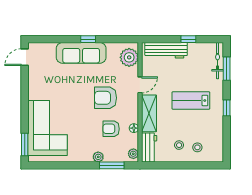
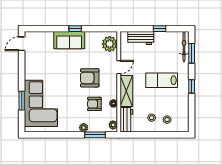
workbench: (166, 50) -> (141, 38), width x0.73
sofa: (81, 53) -> (69, 40), width x0.73
window: (25, 144) -> (22, 101), moved

